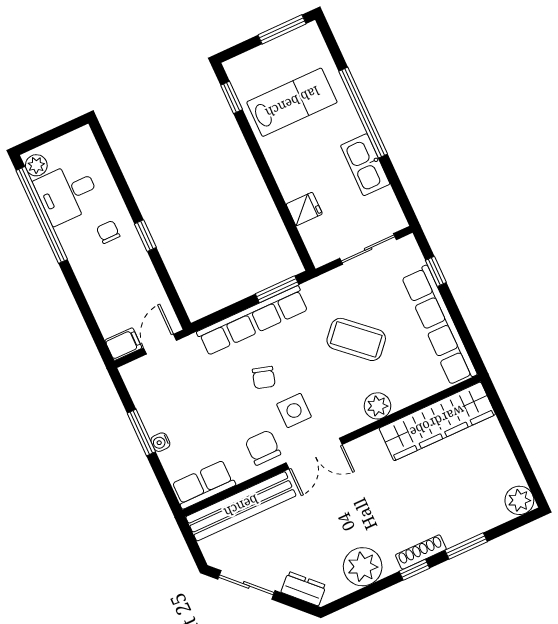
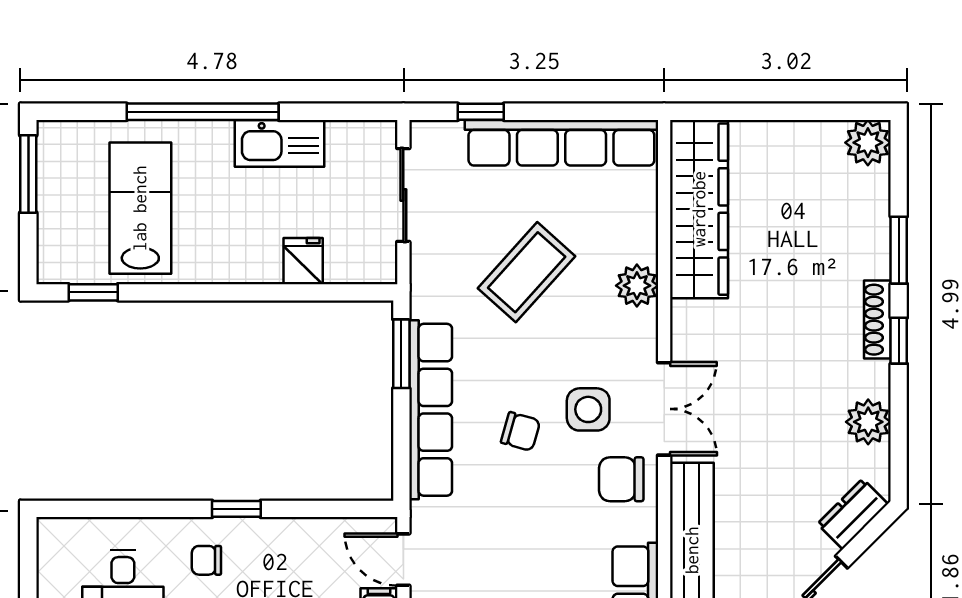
plant: (363, 567) -> (868, 422), width x0.73, depth x0.73

